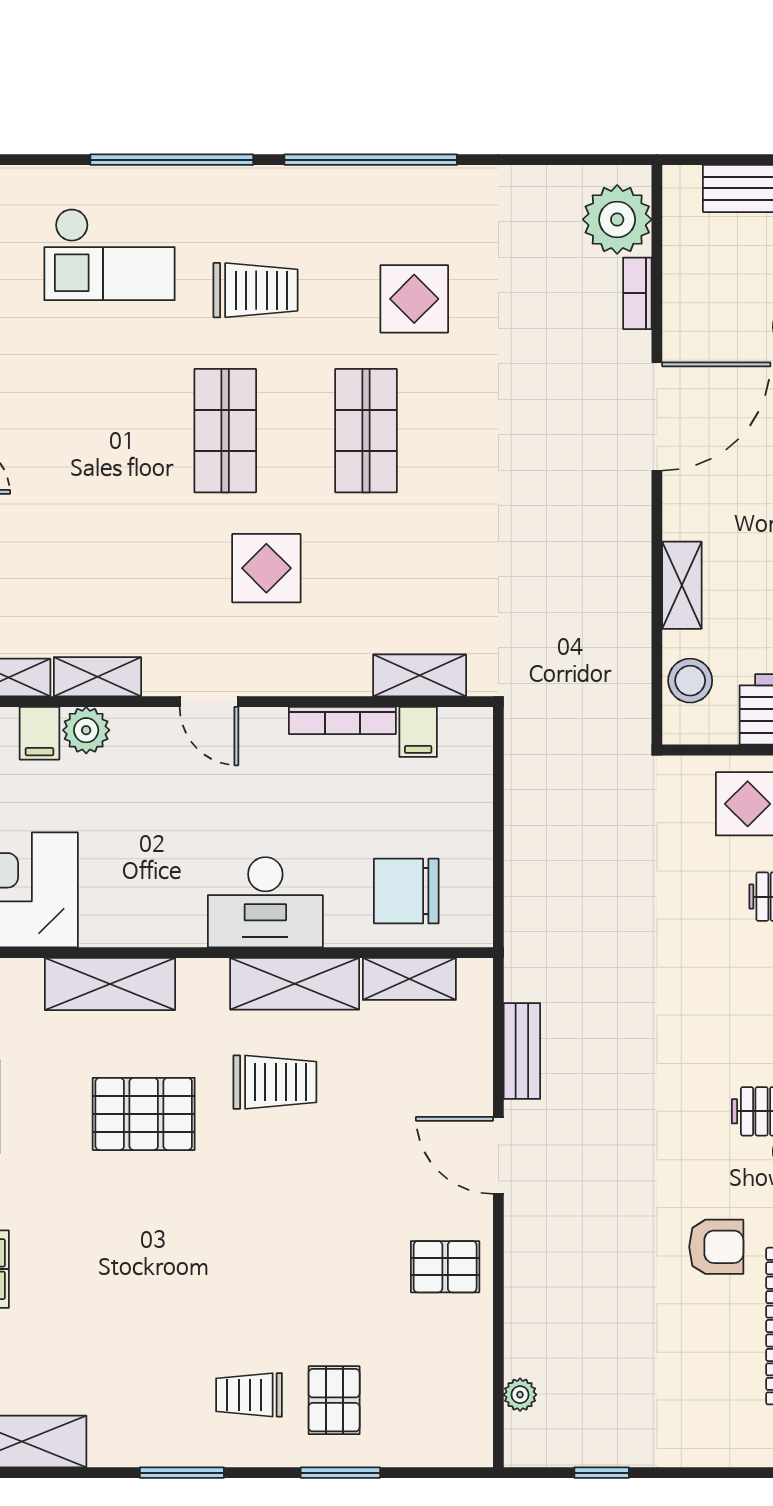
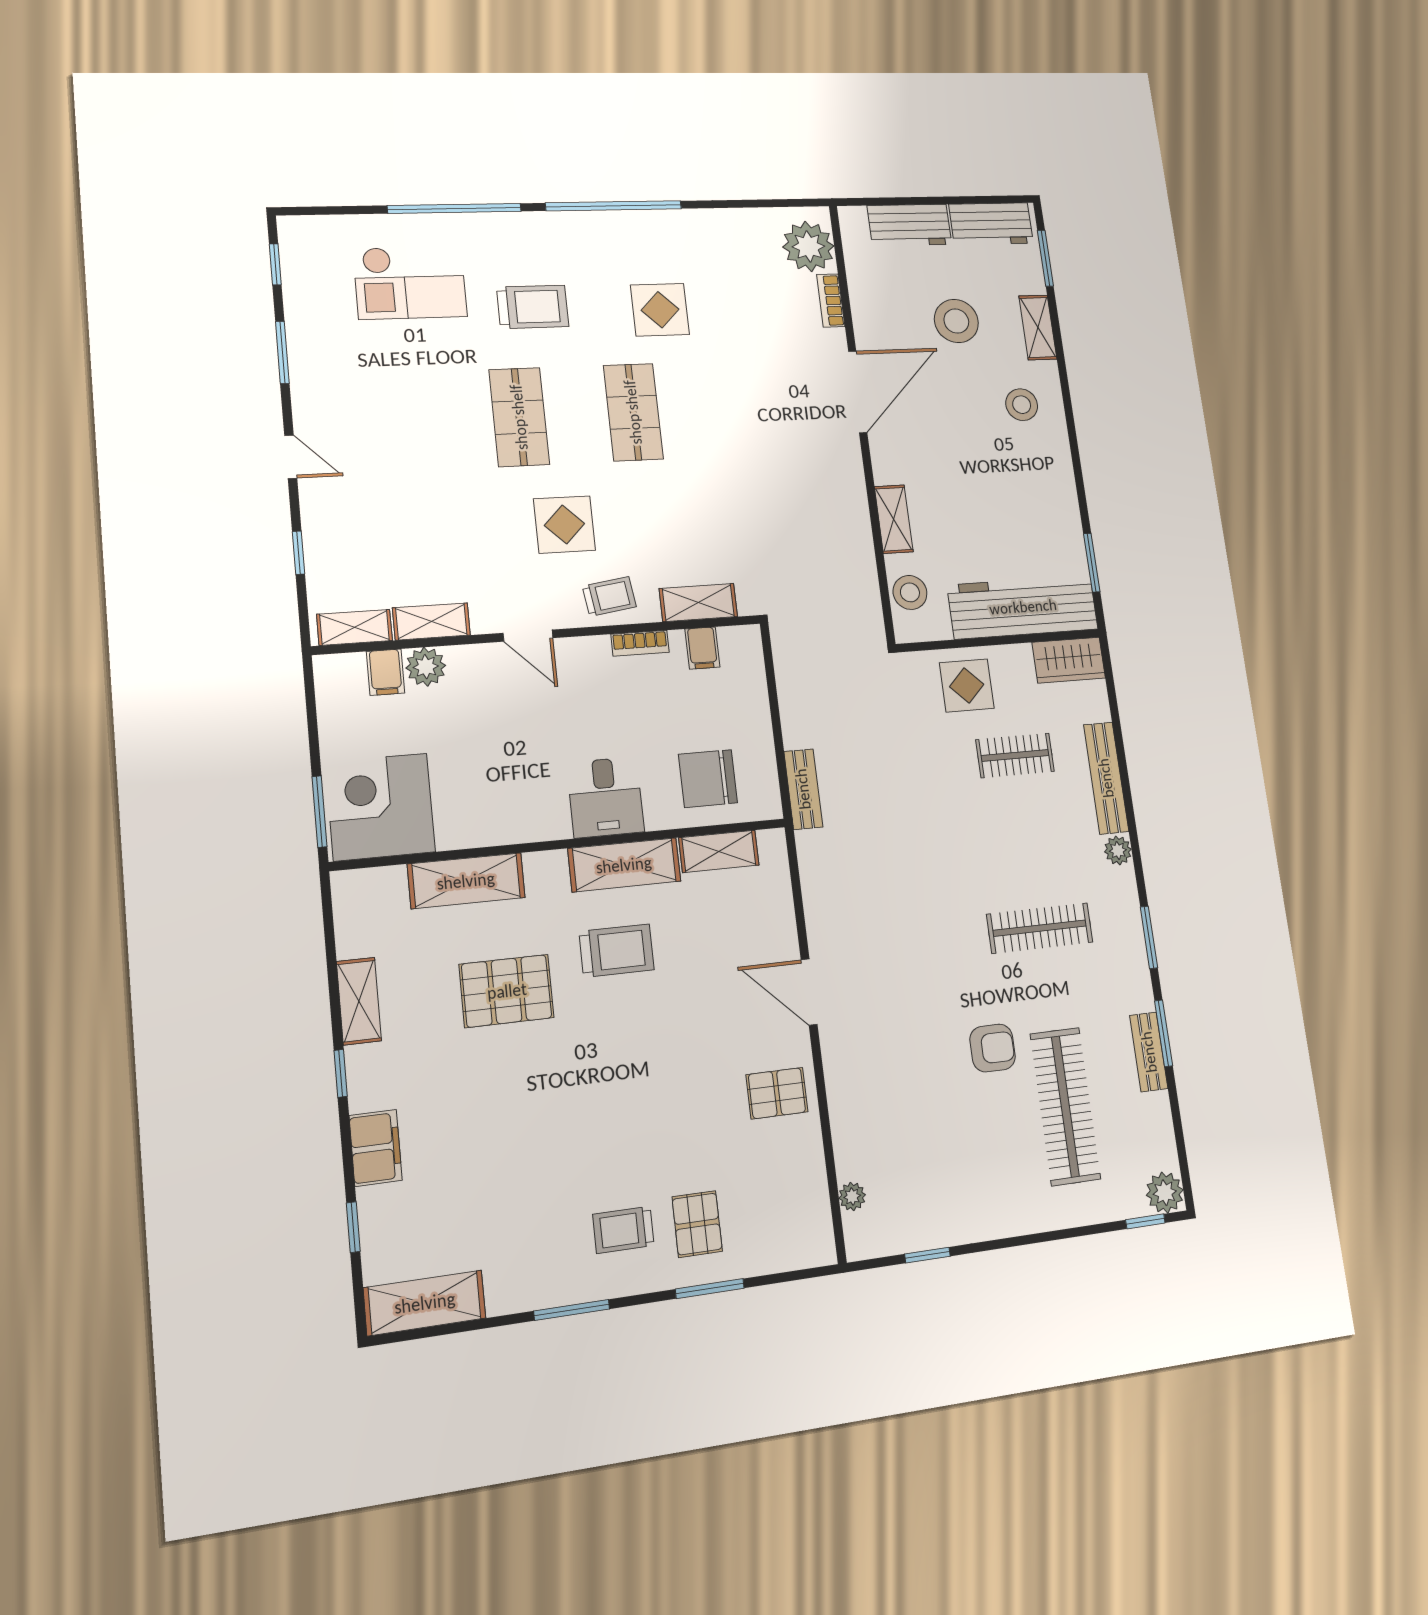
trolley: (311, 661) -> (609, 596), added
bookcase: (342, 721) -> (640, 643), width x0.64
desk: (265, 902) -> (605, 797), width x0.73
bench: (522, 1051) -> (803, 789), moved

